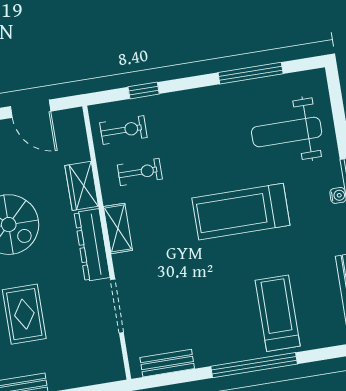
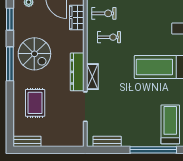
wardrobe: (82, 186) -> (77, 18), moved
shelving: (118, 228) -> (92, 77), moved

